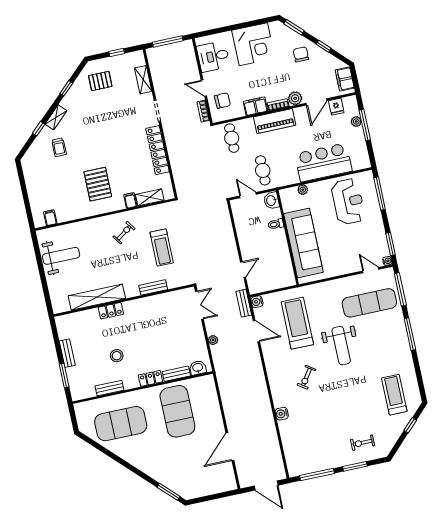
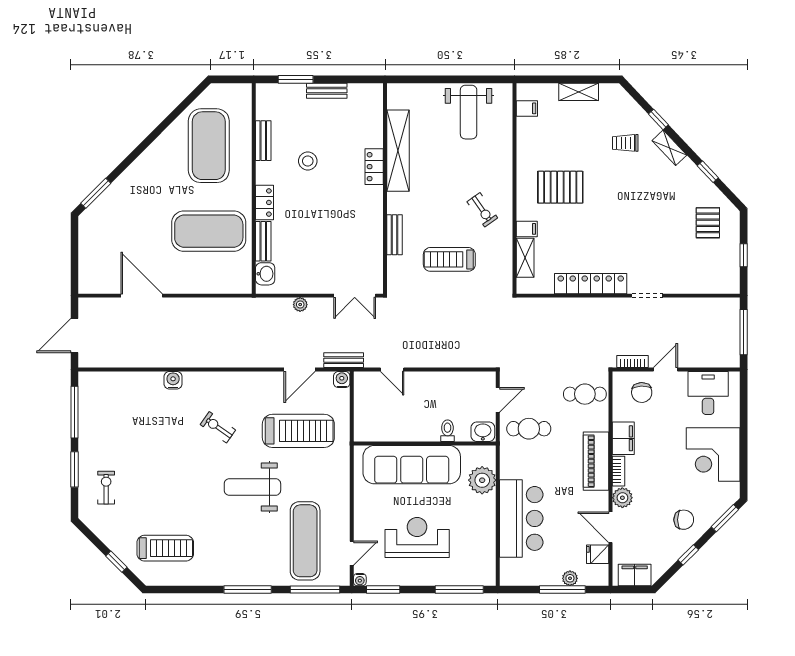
shelving: (143, 80) -> (579, 92), moved
plant: (303, 190) -> (482, 480), width x1.88, depth x1.88
reception desk: (348, 202) -> (417, 537), moved, turned 180

